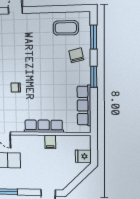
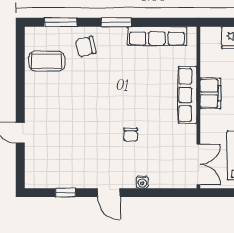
coffee table: (66, 28) -> (47, 61), turned 90
filing cabinet: (50, 142) -> (210, 93), width x2.00

